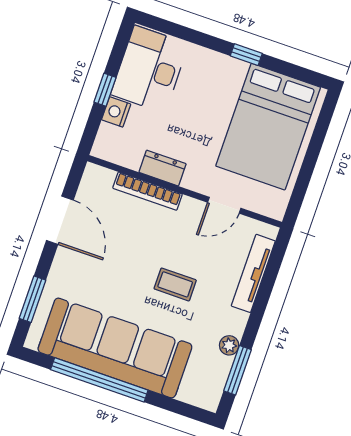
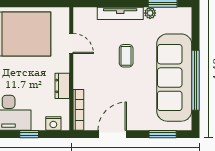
nightstand: (116, 112) -> (53, 123), moved
bookcase: (148, 191) -> (78, 110), moved
tv unit: (253, 273) -> (120, 13), moved

